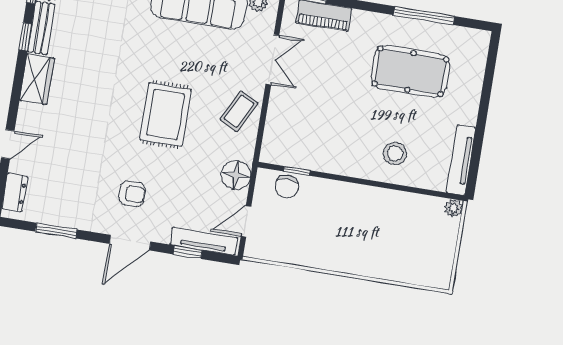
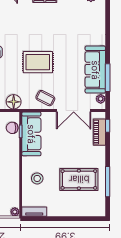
double door: (272, 60) -> (74, 110), width x1.37
pool table: (410, 71) -> (79, 179), turned 90
sofa: (305, 150) -> (31, 134), added
tv unit: (461, 160) -> (34, 212), width x0.71

